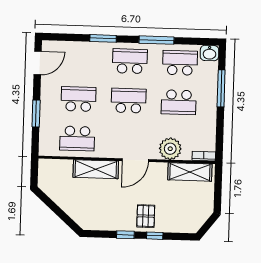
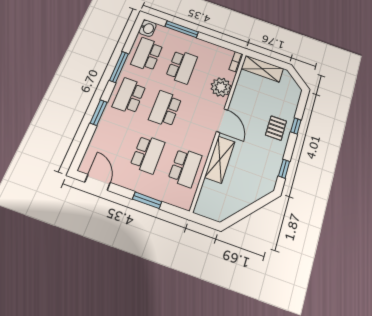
school desk: (78, 99) -> (148, 154), turned 180
shelving: (190, 172) -> (262, 69), moved, turned 90
pallet: (146, 216) -> (276, 128), turned 90
window: (125, 235) -> (284, 169), moved

